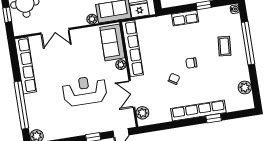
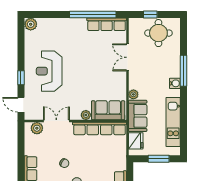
row of seats: (26, 65) -> (107, 24), width x0.73
reception desk: (85, 91) -> (49, 71), moved, turned 180
window: (21, 105) -> (93, 15), moved

